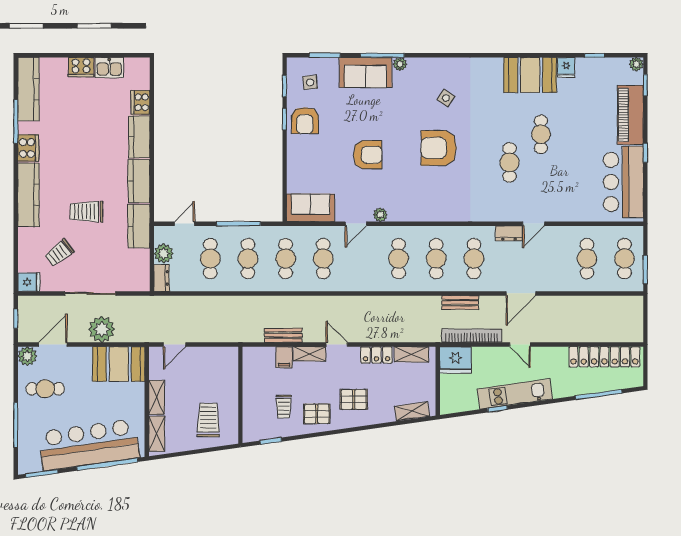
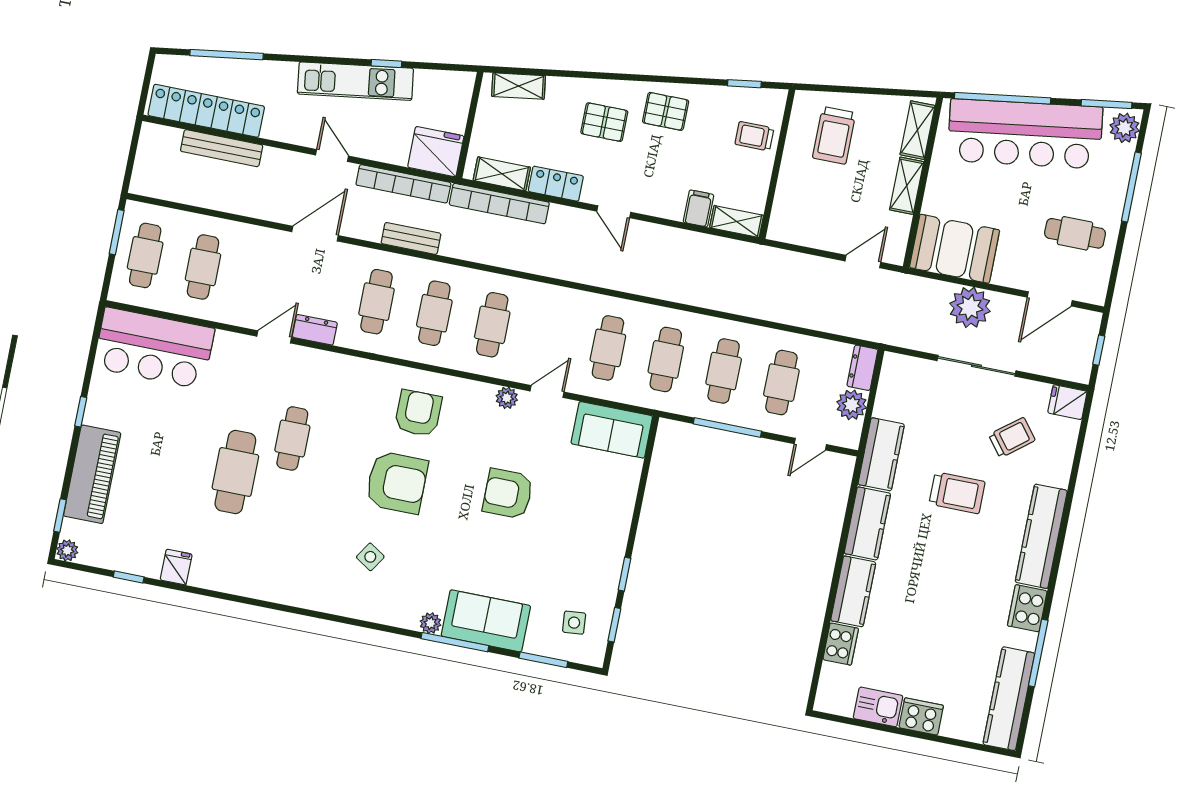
booth: (530, 75) -> (234, 567), removed
armchair: (305, 121) -> (418, 413), moved
cafe table: (541, 134) -> (235, 472), width x1.37, depth x1.35
bar counter: (623, 182) -> (154, 348), moved, turned 90
bench: (283, 335) -> (222, 148), moved, width x1.36
bookcase: (409, 335) -> (499, 204), added
shelving: (310, 354) -> (737, 221), moved
plant: (27, 356) -> (1125, 128), moved
trolley: (284, 407) -> (754, 136), moved, turned -90

